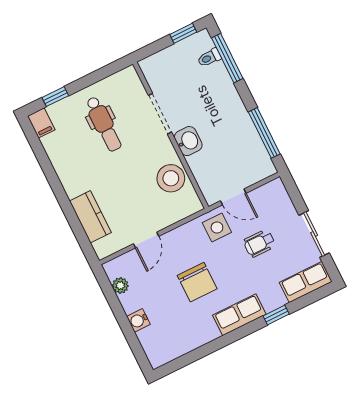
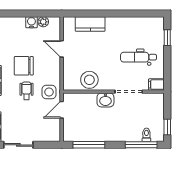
filing cabinet: (41, 123) -> (156, 85), moved
wheelchair: (259, 243) -> (26, 91), moved
water cooler: (138, 320) -> (31, 22), moved

